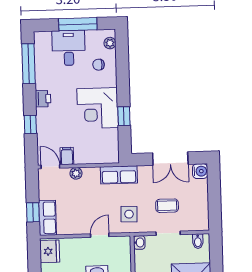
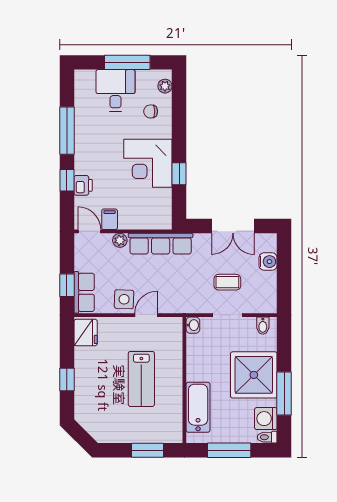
window: (28, 64) -> (67, 131), moved
printer: (43, 99) -> (83, 185), moved
water cooler: (200, 171) -> (268, 262), moved
row of seats: (119, 175) -> (161, 244), width x1.48
side table: (129, 214) -> (124, 299), moved

